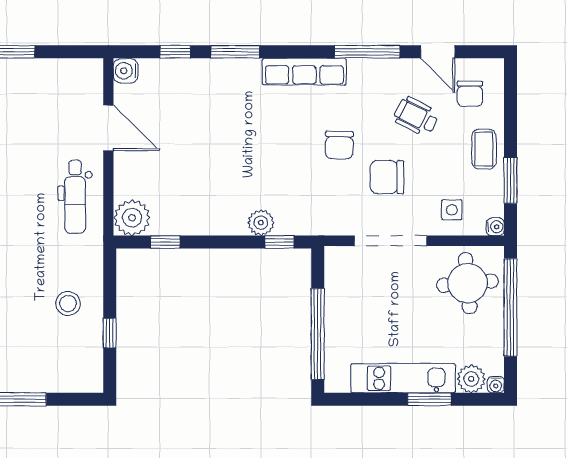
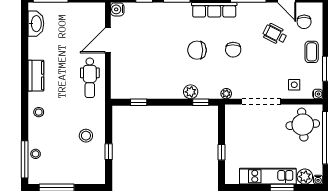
door: (108, 128) -> (108, 40), swing flipped
chair: (387, 177) -> (197, 50), moved
plant: (132, 218) -> (226, 94), moved, width x0.53, depth x0.53
window: (318, 334) -> (221, 152), width x0.32

